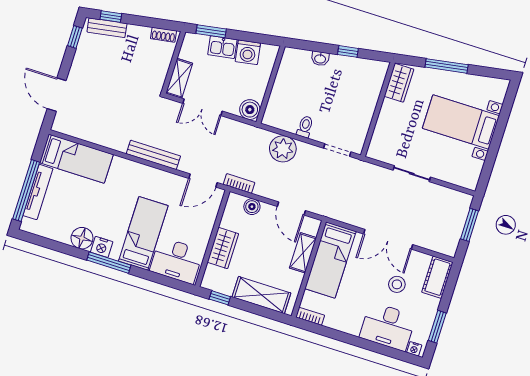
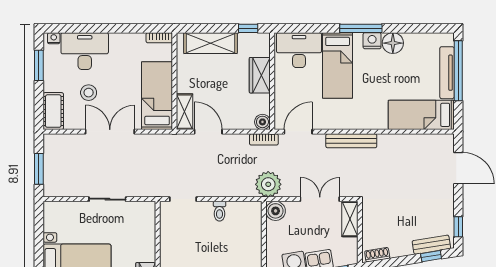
plant: (283, 149) -> (268, 184), moved
boiler: (252, 207) -> (262, 122), moved
shelving: (303, 253) -> (185, 112), moved

